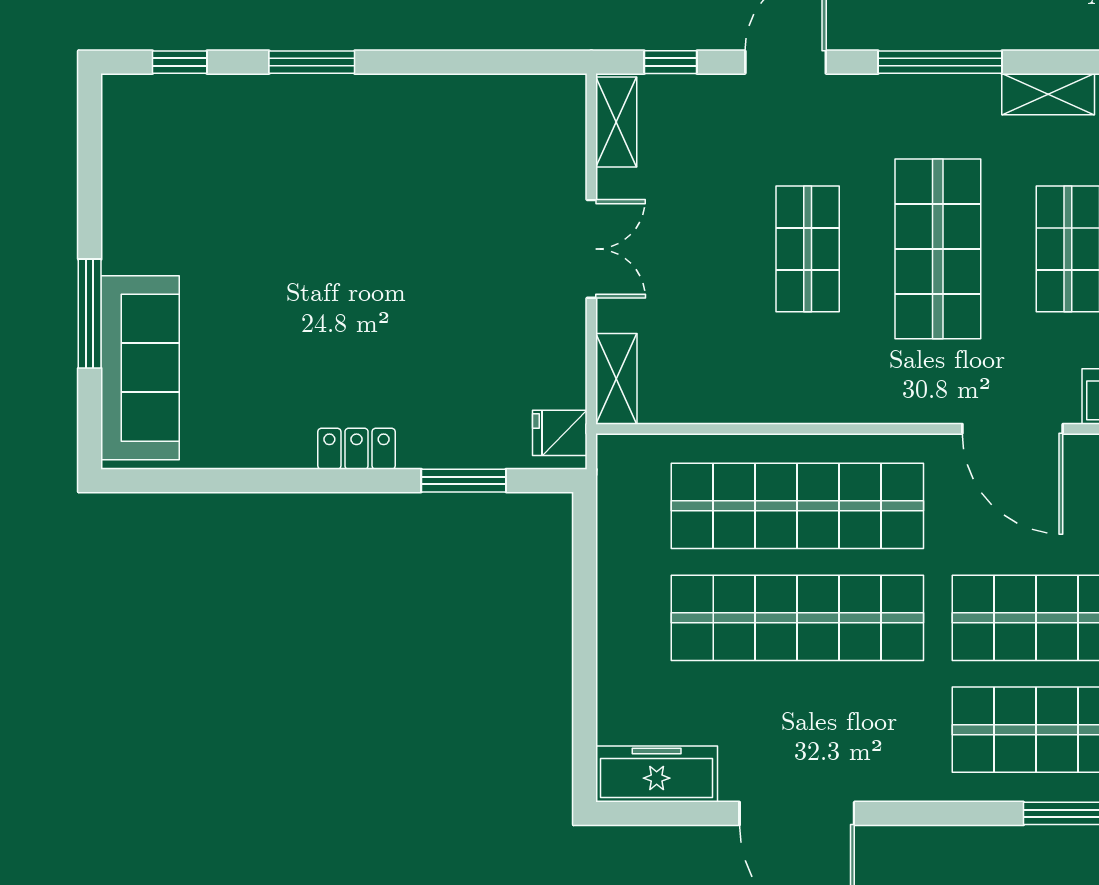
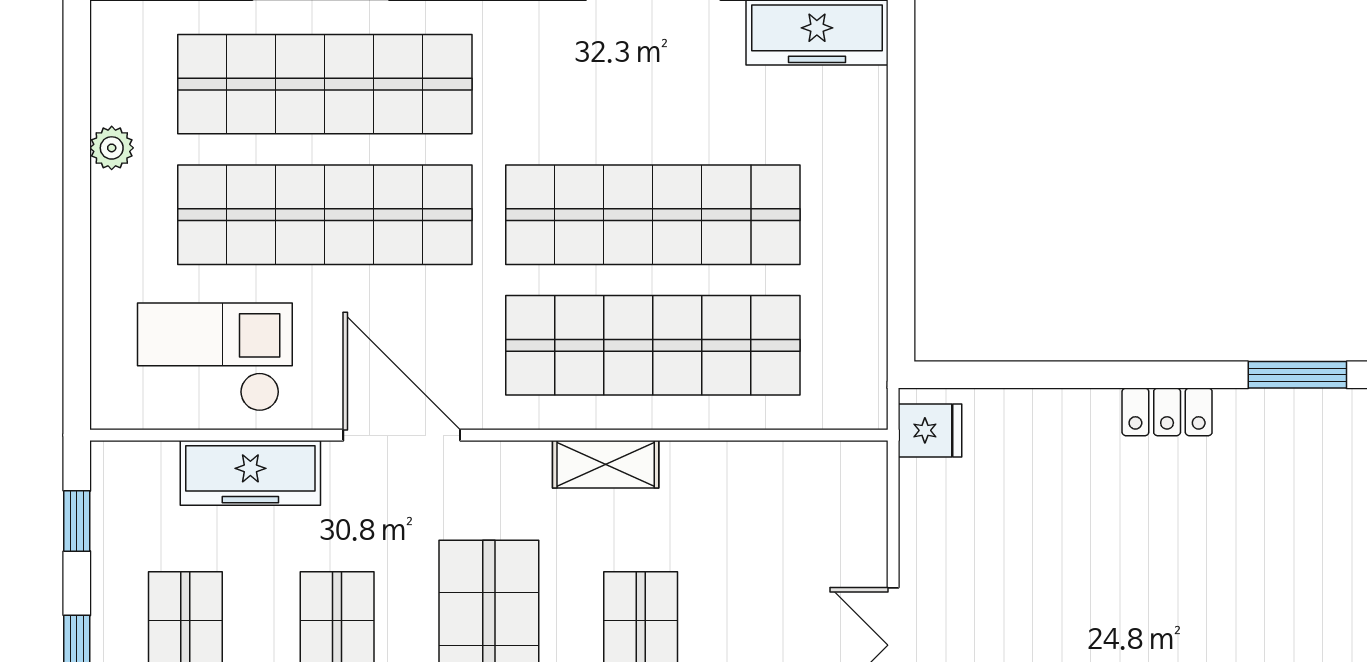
shelving: (616, 379) -> (606, 464), moved, turned 90
window: (464, 481) -> (1297, 375), moved

